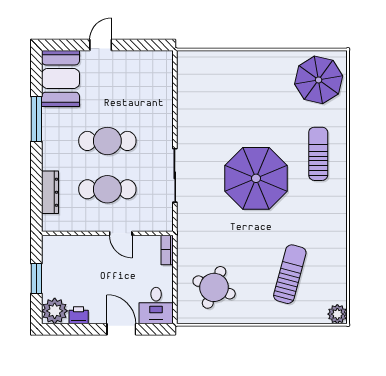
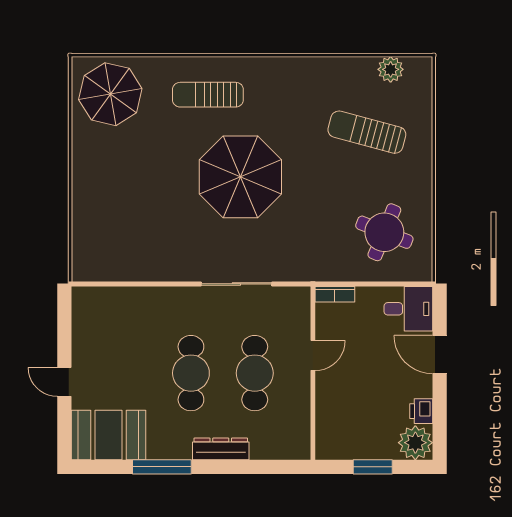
dresser: (50, 192) -> (221, 449), moved
plant: (337, 314) -> (391, 69), moved
door: (121, 329) -> (440, 355), hinge flipped

